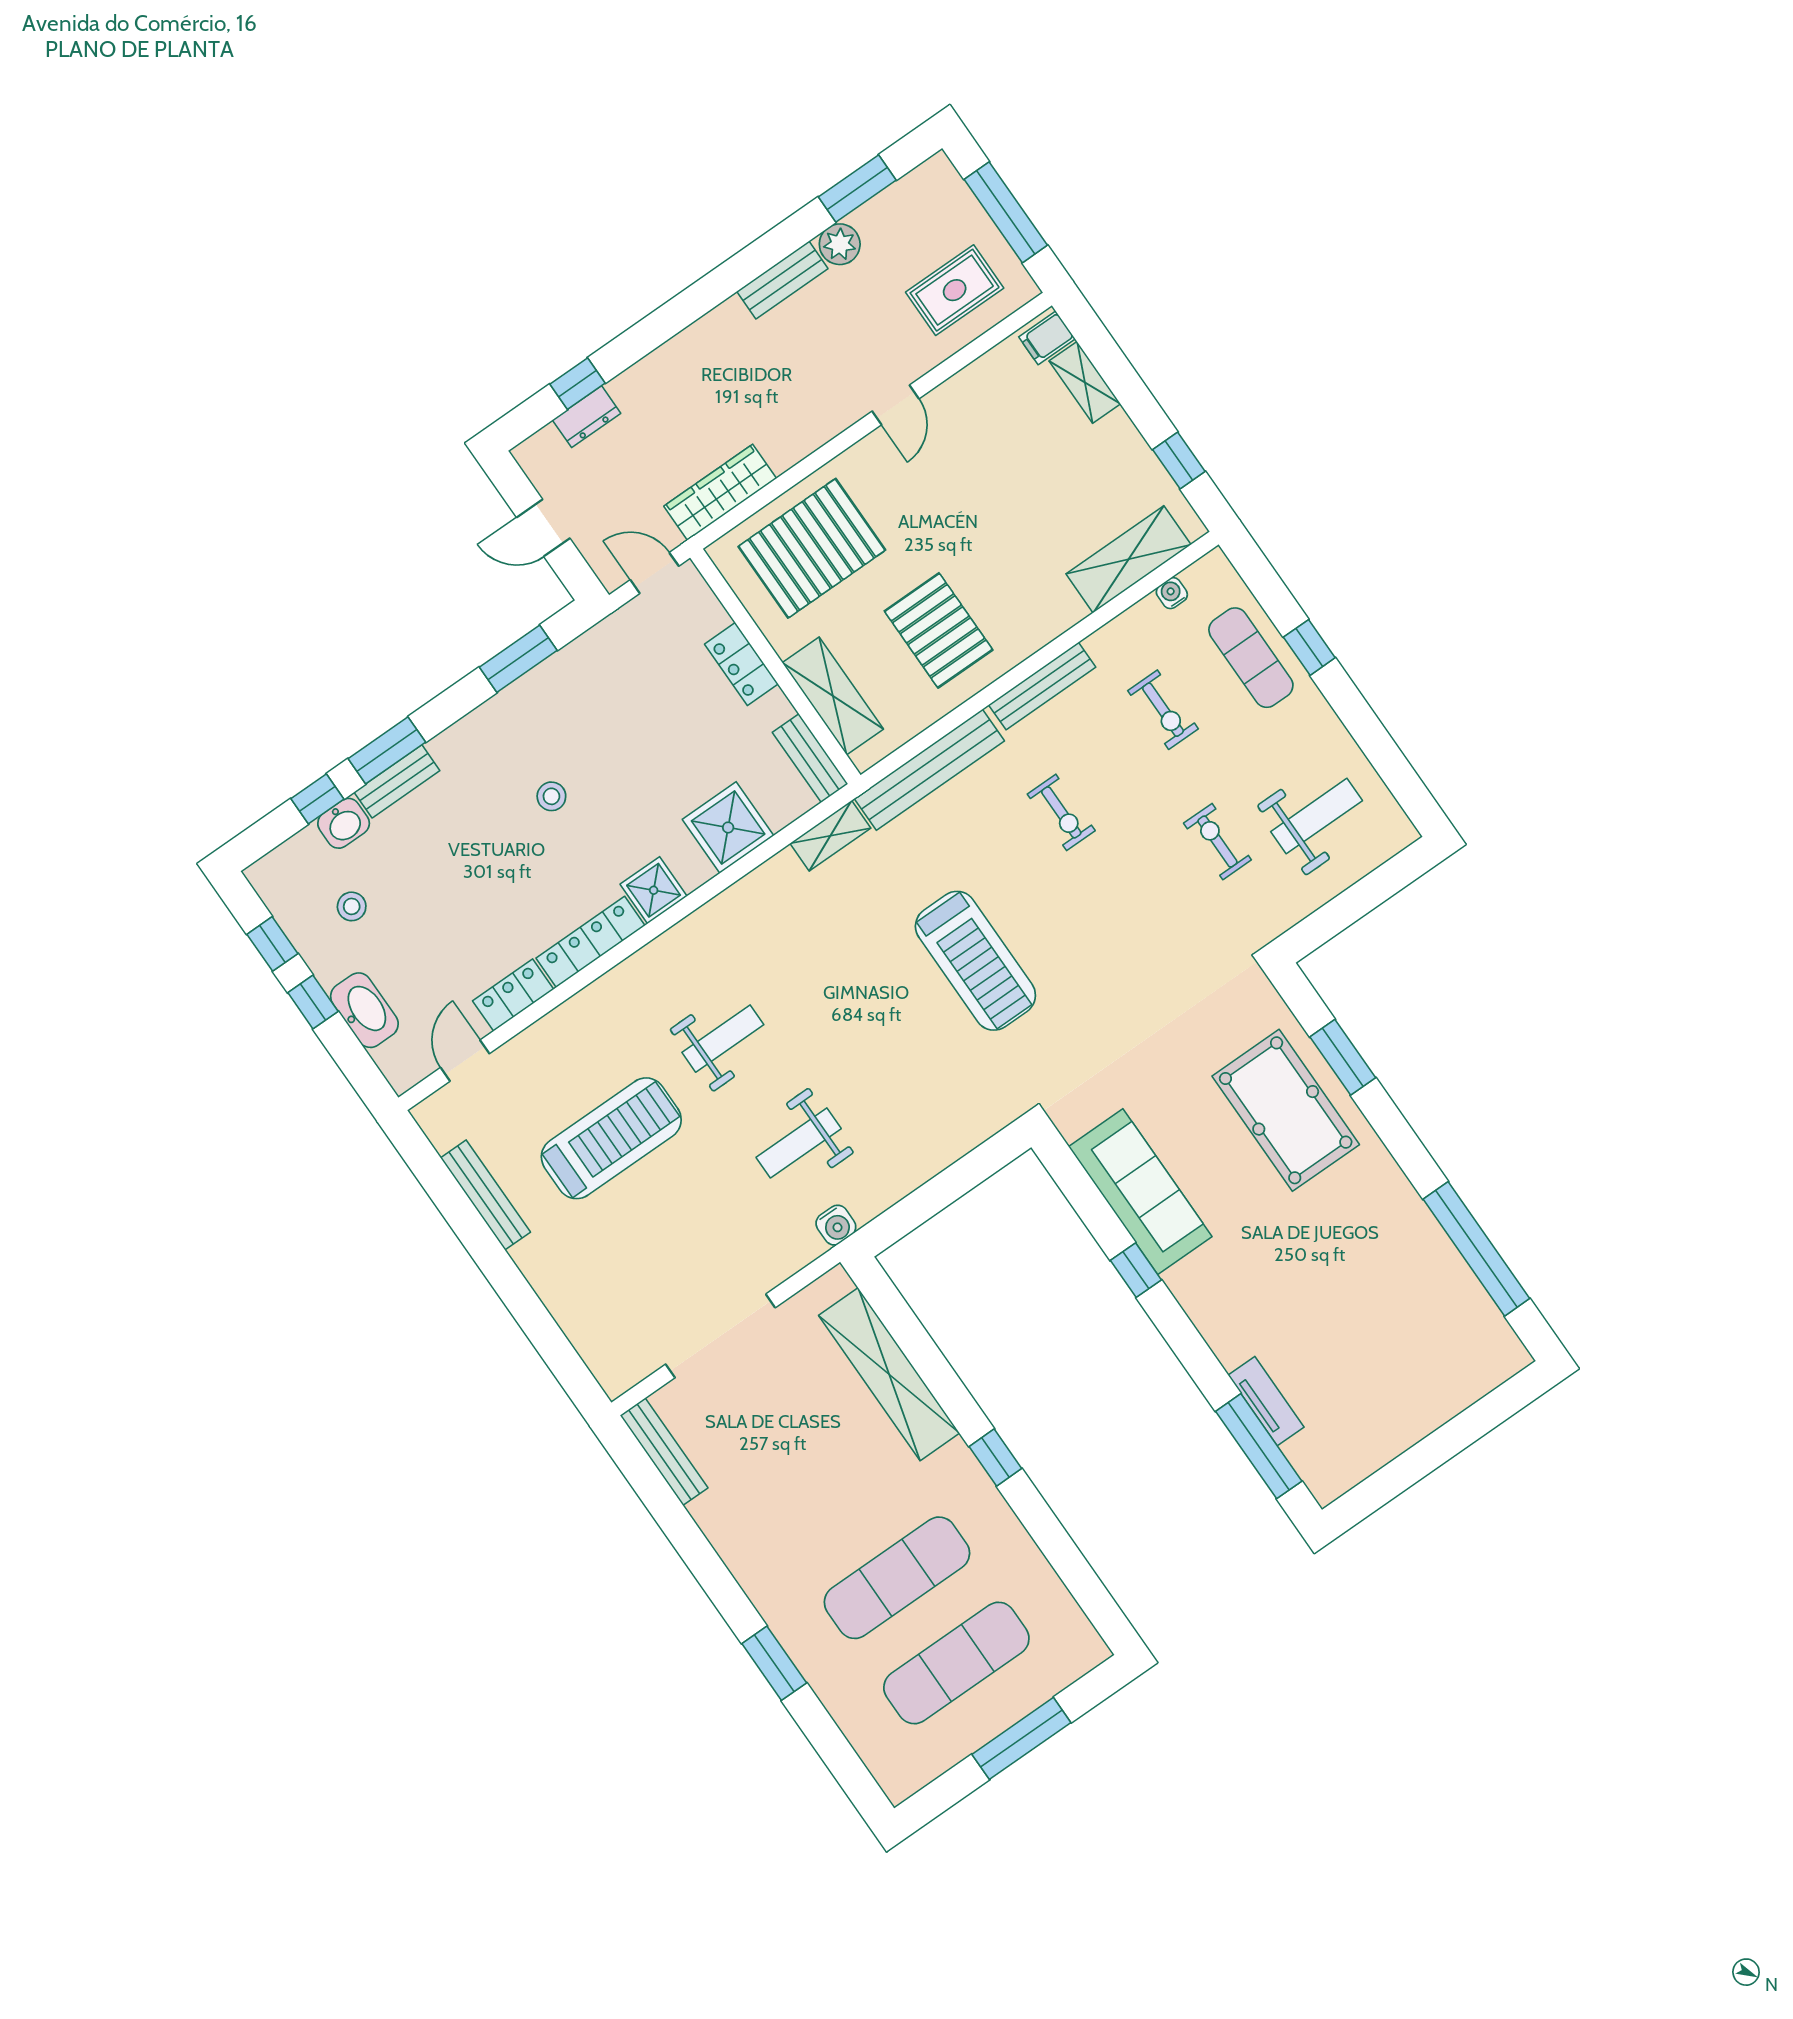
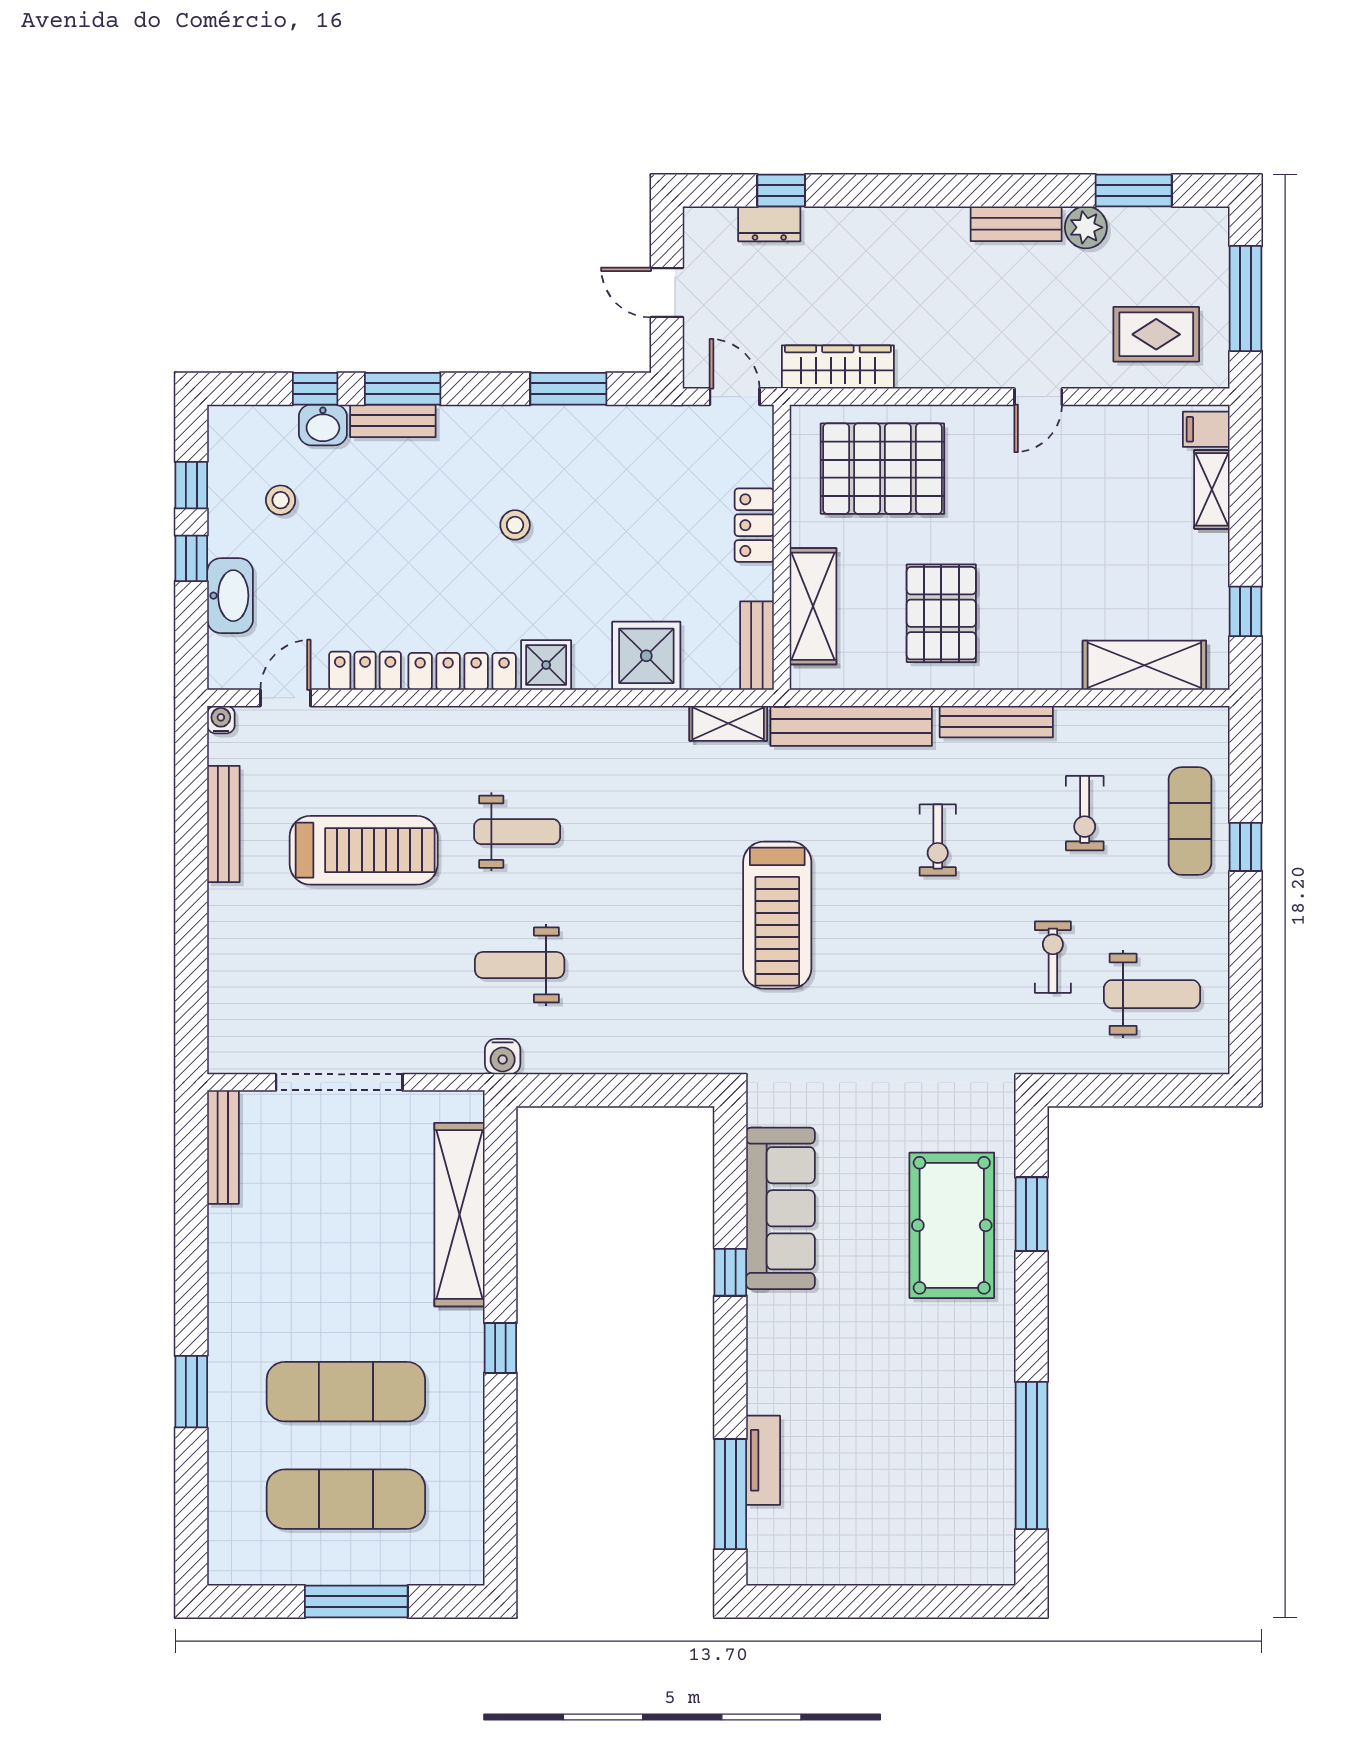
water cooler: (1172, 593) -> (221, 720), moved

